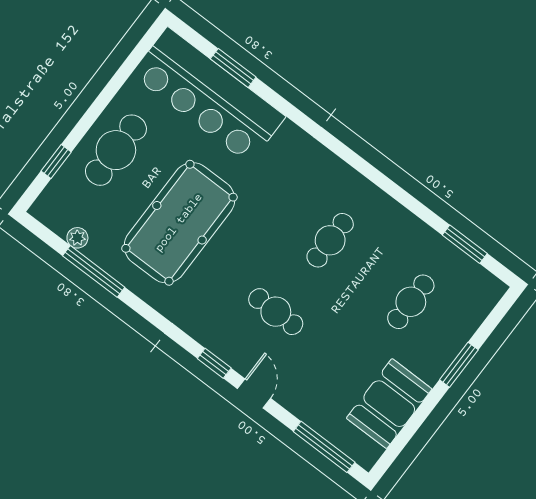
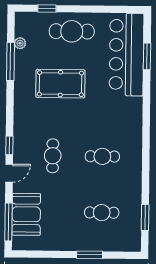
pool table: (179, 223) -> (60, 84), width x0.73, depth x0.76
booth: (389, 404) -> (26, 214), moved, turned 90

